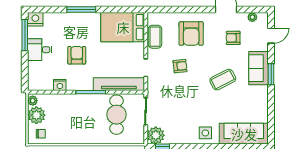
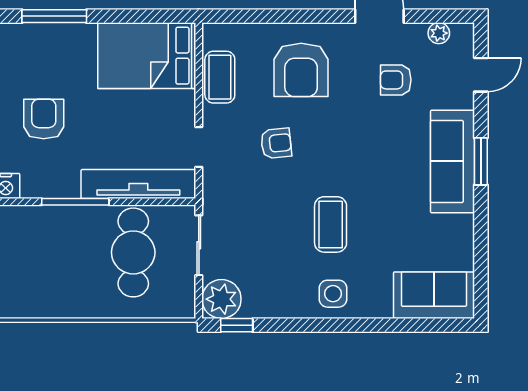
sofa: (258, 68) -> (453, 161), width x1.36
coffee table: (223, 80) -> (331, 224), moved, turned -63
sofa: (244, 134) -> (434, 295), width x0.73

